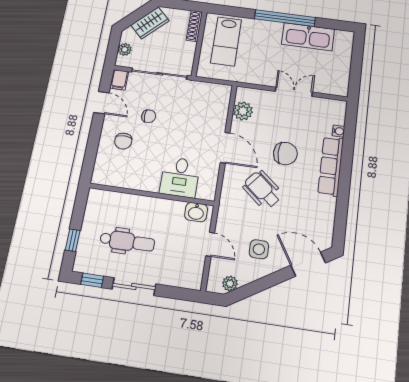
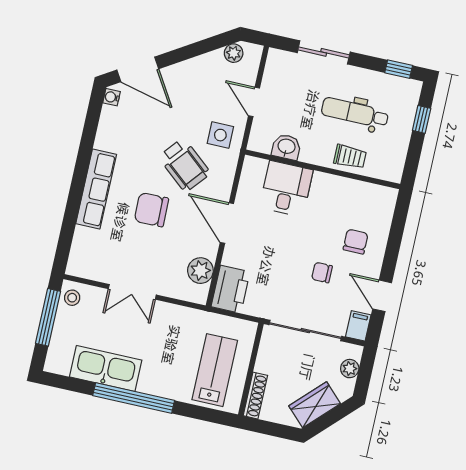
window: (356, 69) -> (48, 317), added
stool: (339, 84) -> (72, 298), added
printer: (218, 99) -> (231, 289), added
water cooler: (338, 131) -> (112, 97), moved
trolley: (130, 206) -> (350, 157), added
washbasin: (196, 212) -> (286, 147), moved
side table: (259, 249) -> (220, 135), moved
sliding door: (134, 287) -> (324, 52), moved

